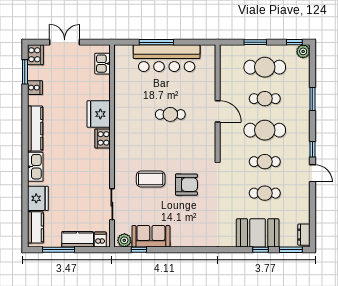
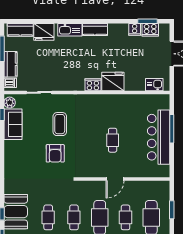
cooker: (35, 55) -> (150, 30), moved
kitchen counter: (35, 128) -> (95, 30), width x0.67

